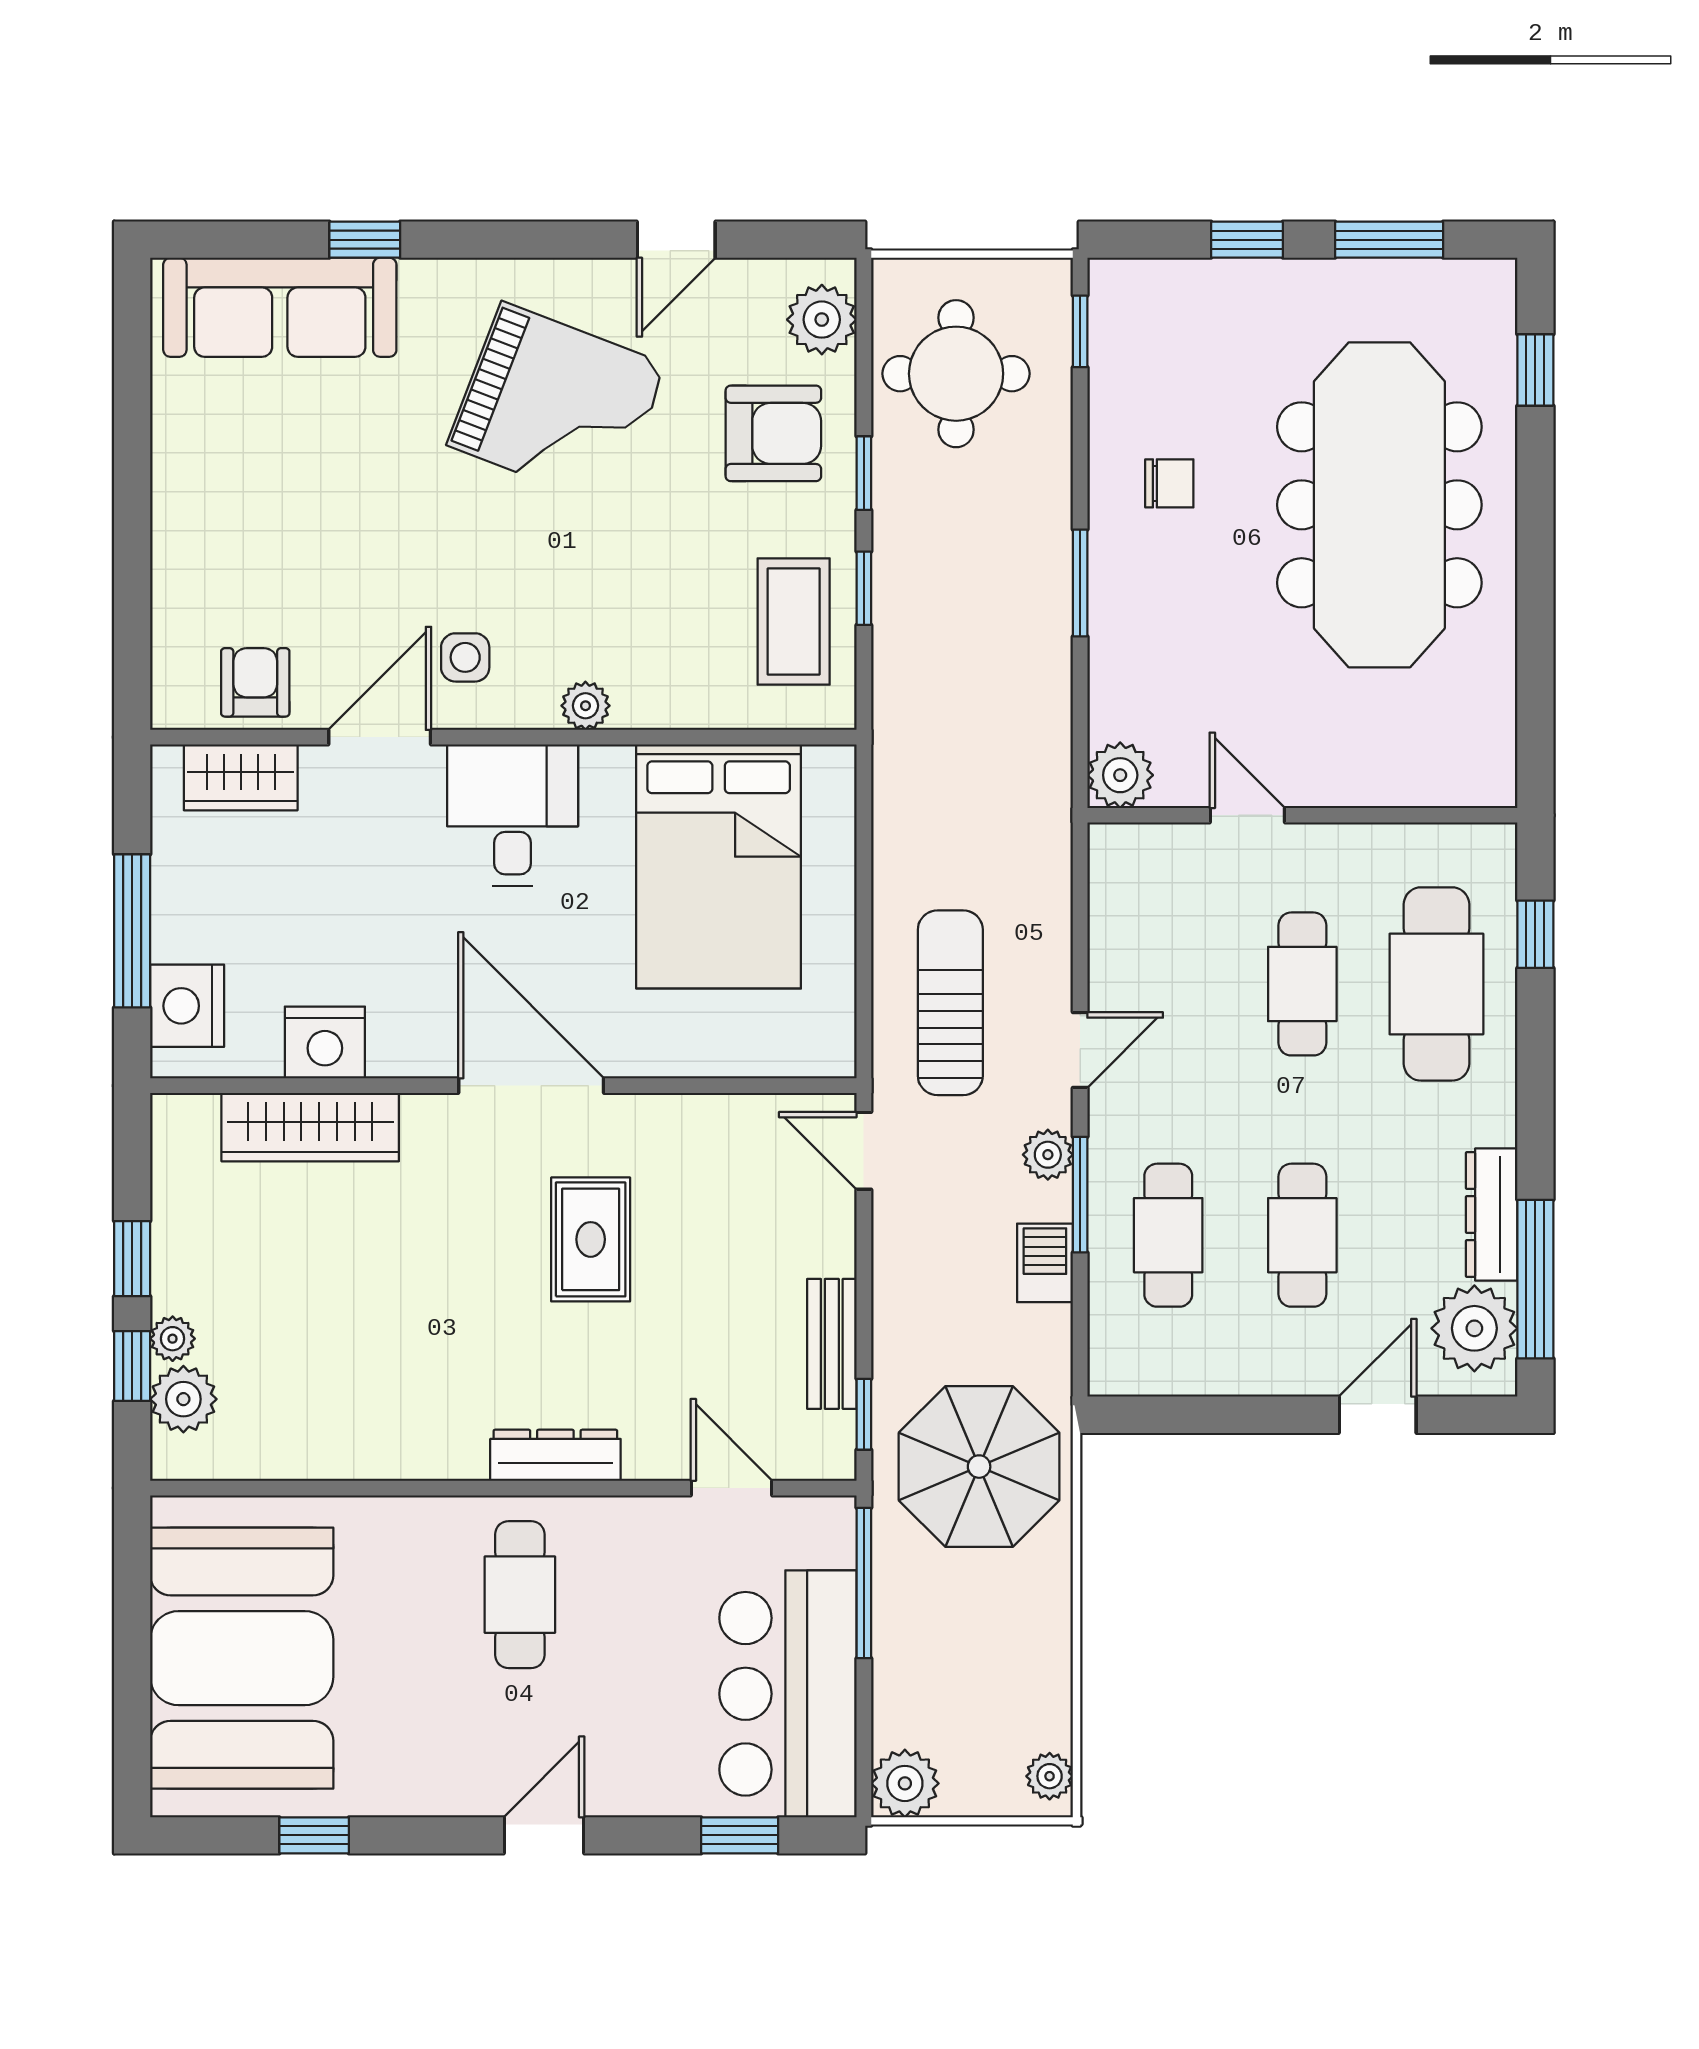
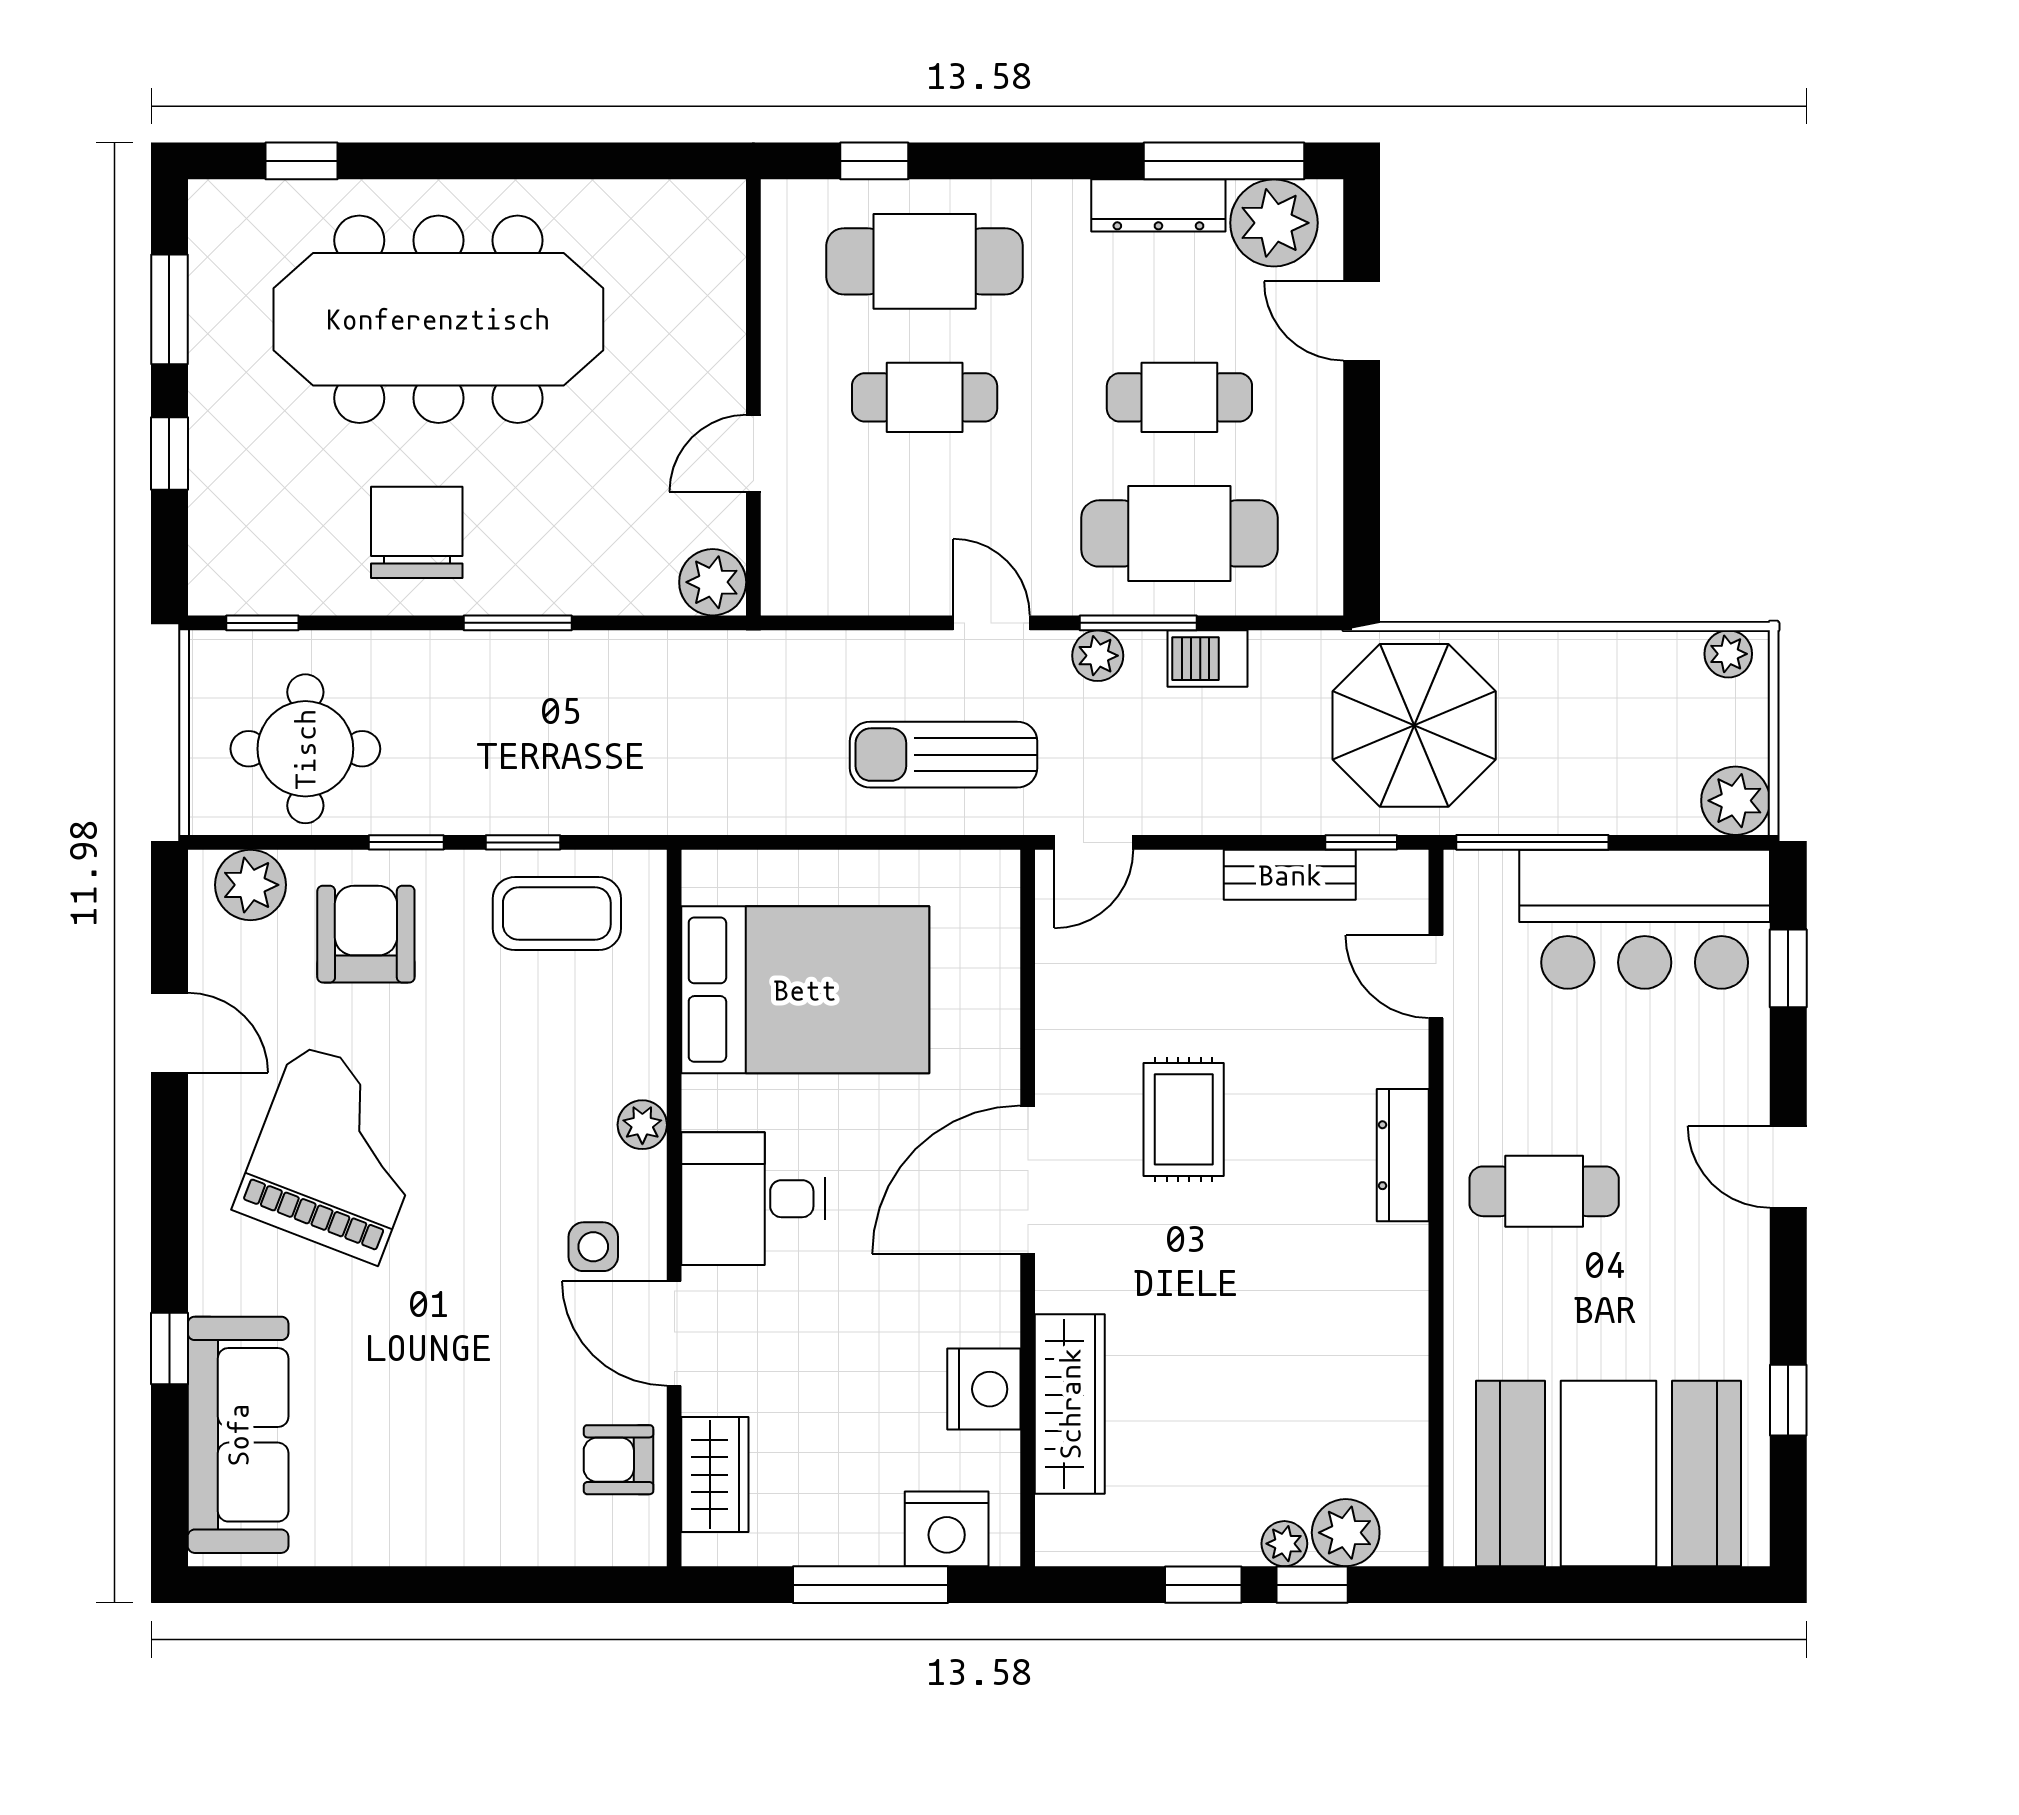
chair: (1169, 483) -> (417, 532), width x1.87, depth x1.87
cafe table: (1168, 1235) -> (1179, 533), width x1.37, depth x1.35
rug: (591, 1239) -> (1184, 1119), turned 90
door: (732, 1488) -> (1436, 977), hinge flipped

